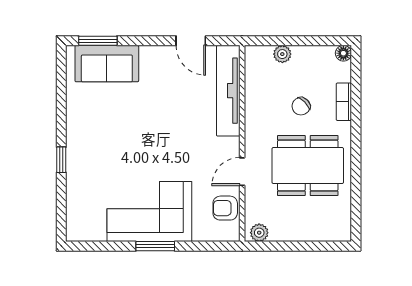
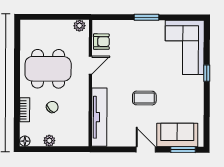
door: (191, 41) -> (146, 150), moved
plant: (282, 54) -> (49, 141), moved
coffee table: (158, 121) -> (144, 98), added
corner sofa: (149, 212) -> (185, 47), moved, turned 90

